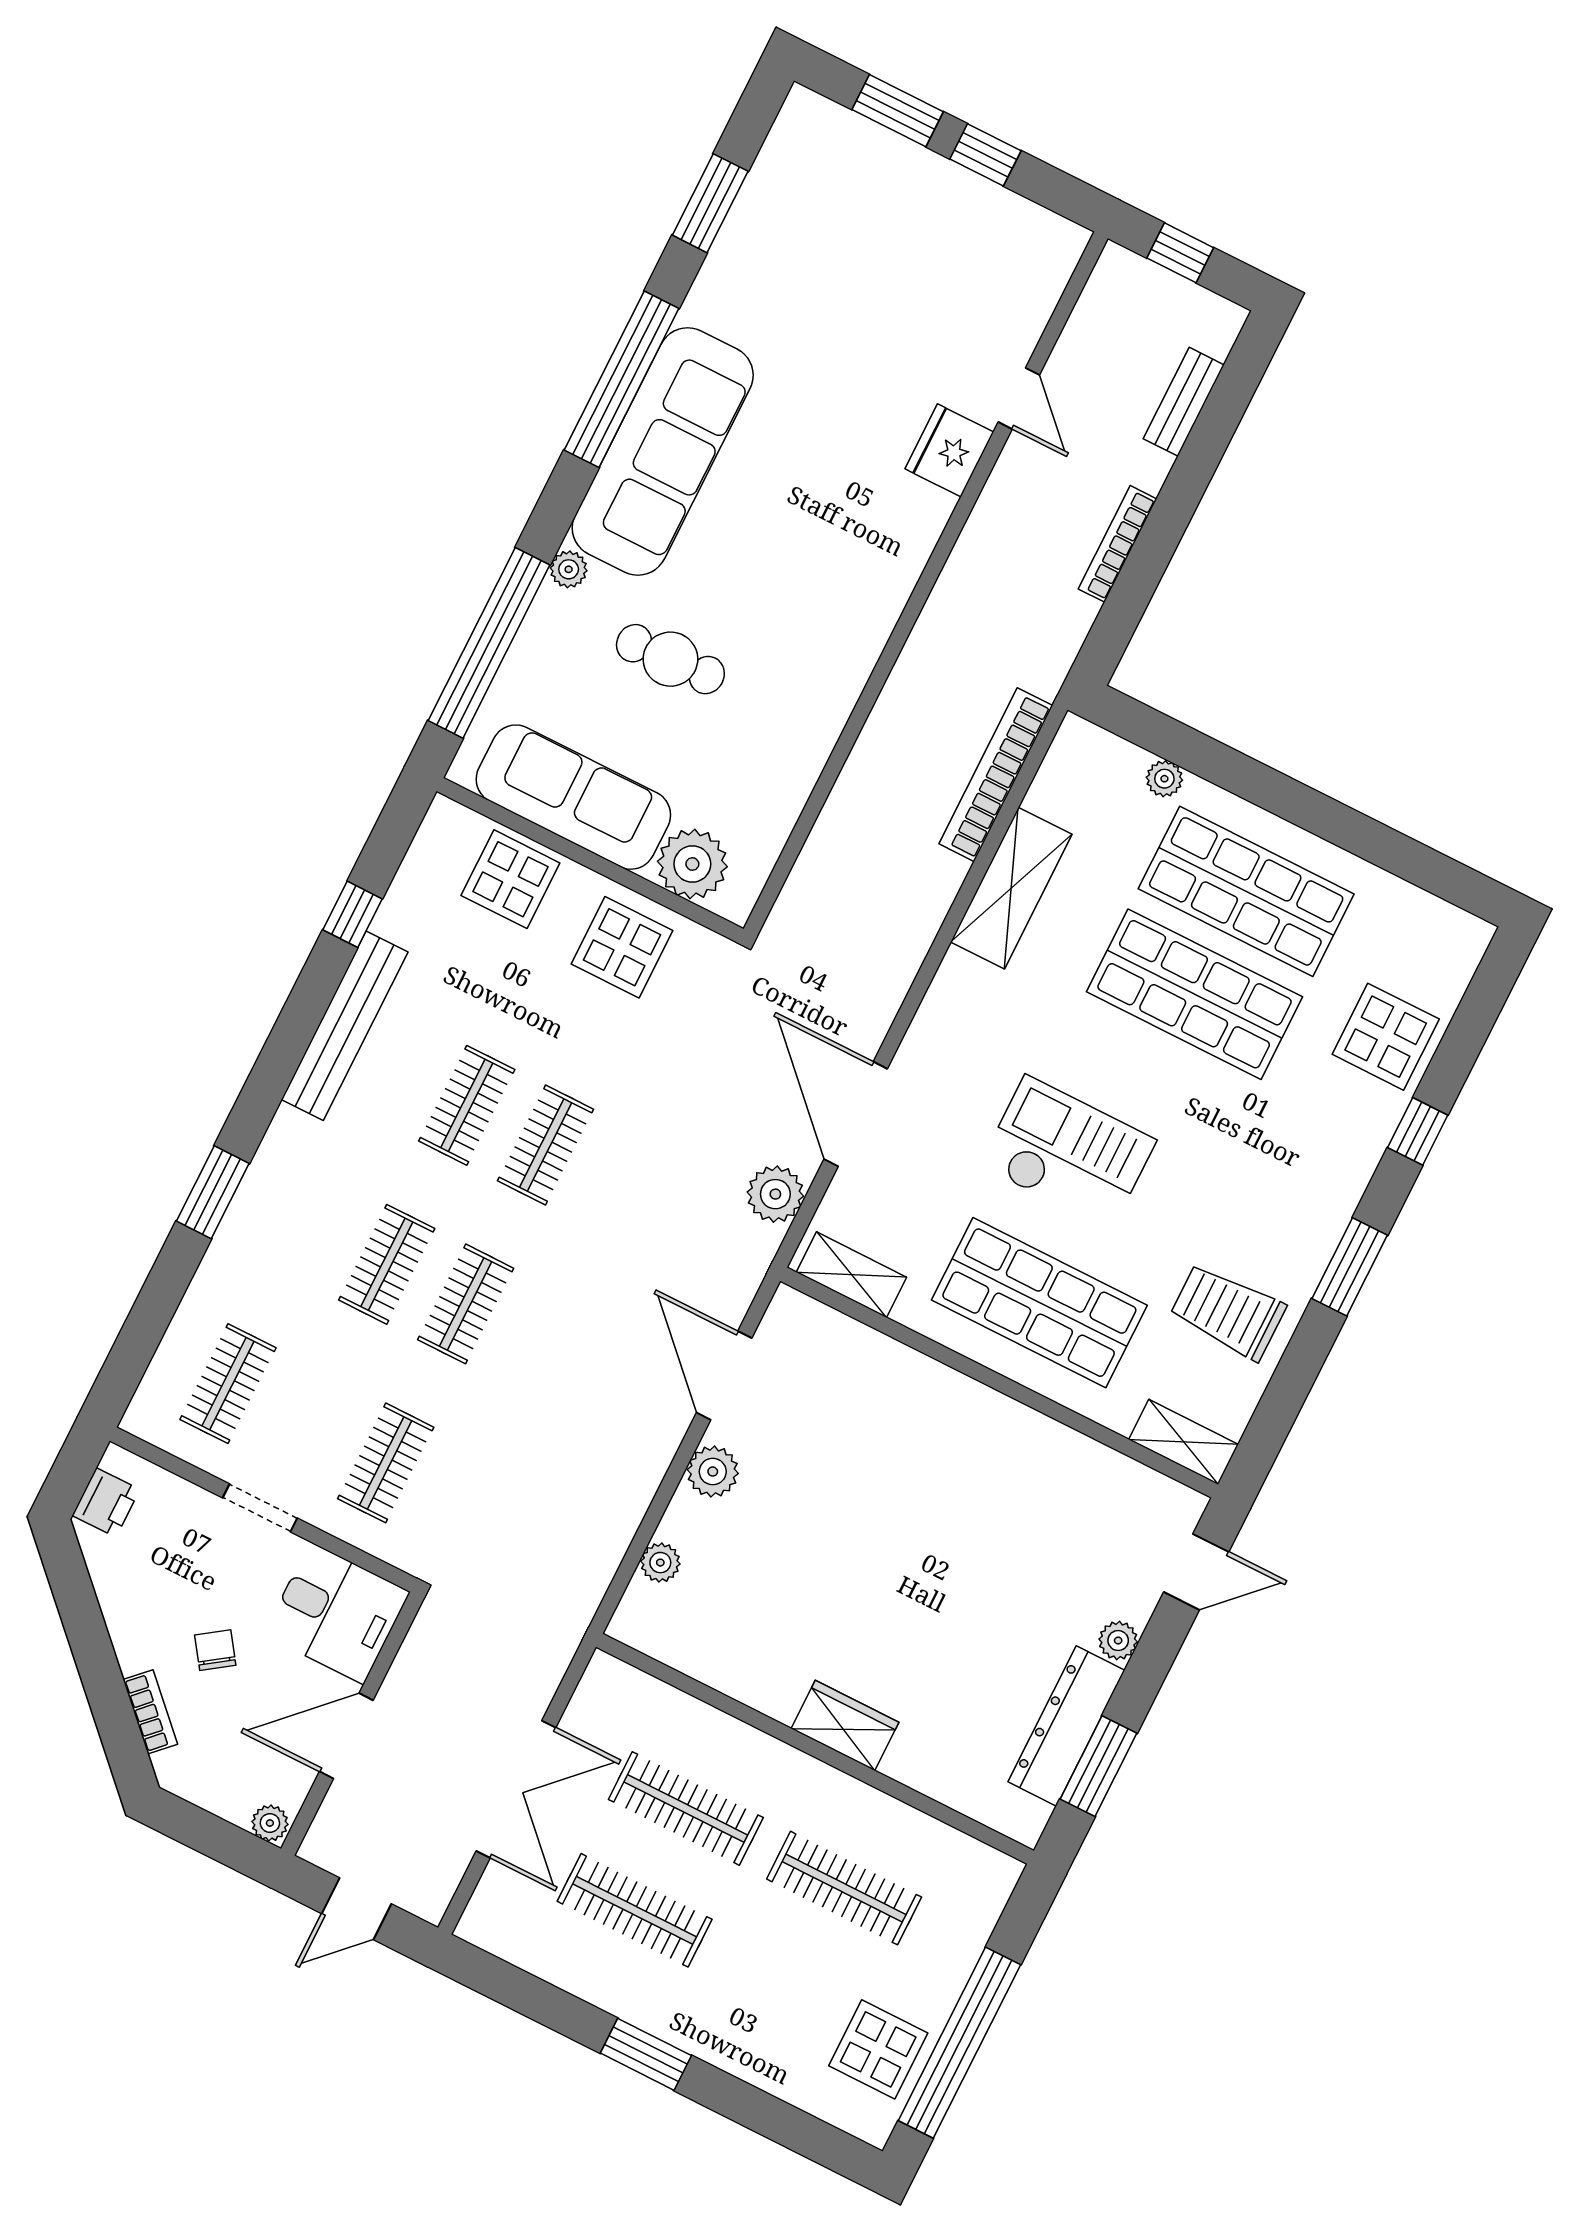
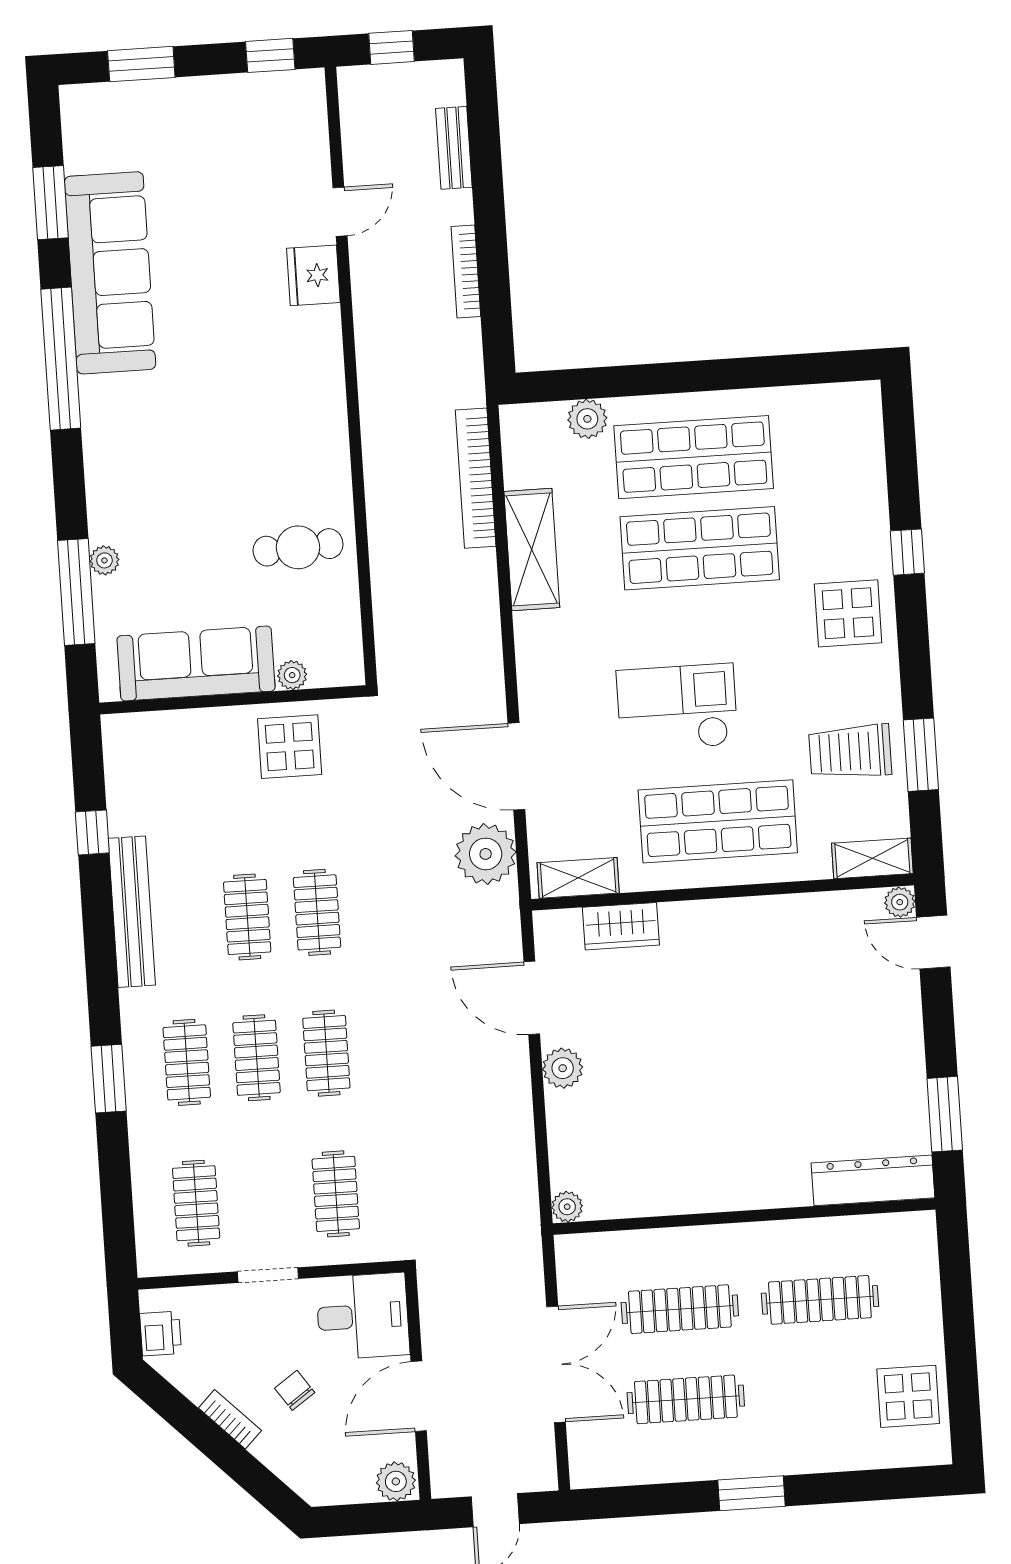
window: (985, 155) -> (270, 55), moved
door: (1019, 398) -> (340, 212), hinge flipped
sofa: (663, 452) -> (110, 273), moved
plant: (569, 569) -> (104, 560), moved
window: (489, 643) -> (76, 592), width x0.68
cafe table: (670, 659) -> (298, 547), moved
plant: (1164, 779) -> (587, 419), width x1.38, depth x1.38
plant: (692, 864) -> (292, 675), width x0.53, depth x0.53
display table: (510, 879) -> (186, 745), removed
display table: (1386, 1037) -> (848, 613), moved
plant: (775, 1194) -> (486, 854), width x1.36, depth x1.36
clothes rail: (308, 1225) -> (187, 1062), added
window: (1350, 1267) -> (921, 755), moved
plant: (660, 1563) -> (567, 1207), moved
door: (1196, 1572) -> (933, 942), swing flipped
plant: (1118, 1641) -> (900, 902), moved
bookcase: (150, 1712) -> (230, 1419), moved
wardrobe: (845, 1725) -> (621, 926), moved, turned 180
dresser: (1066, 1726) -> (873, 1180), moved, turned 90
plant: (270, 1823) -> (396, 1481), width x1.38, depth x1.38
window: (959, 2043) -> (961, 1359), removed

